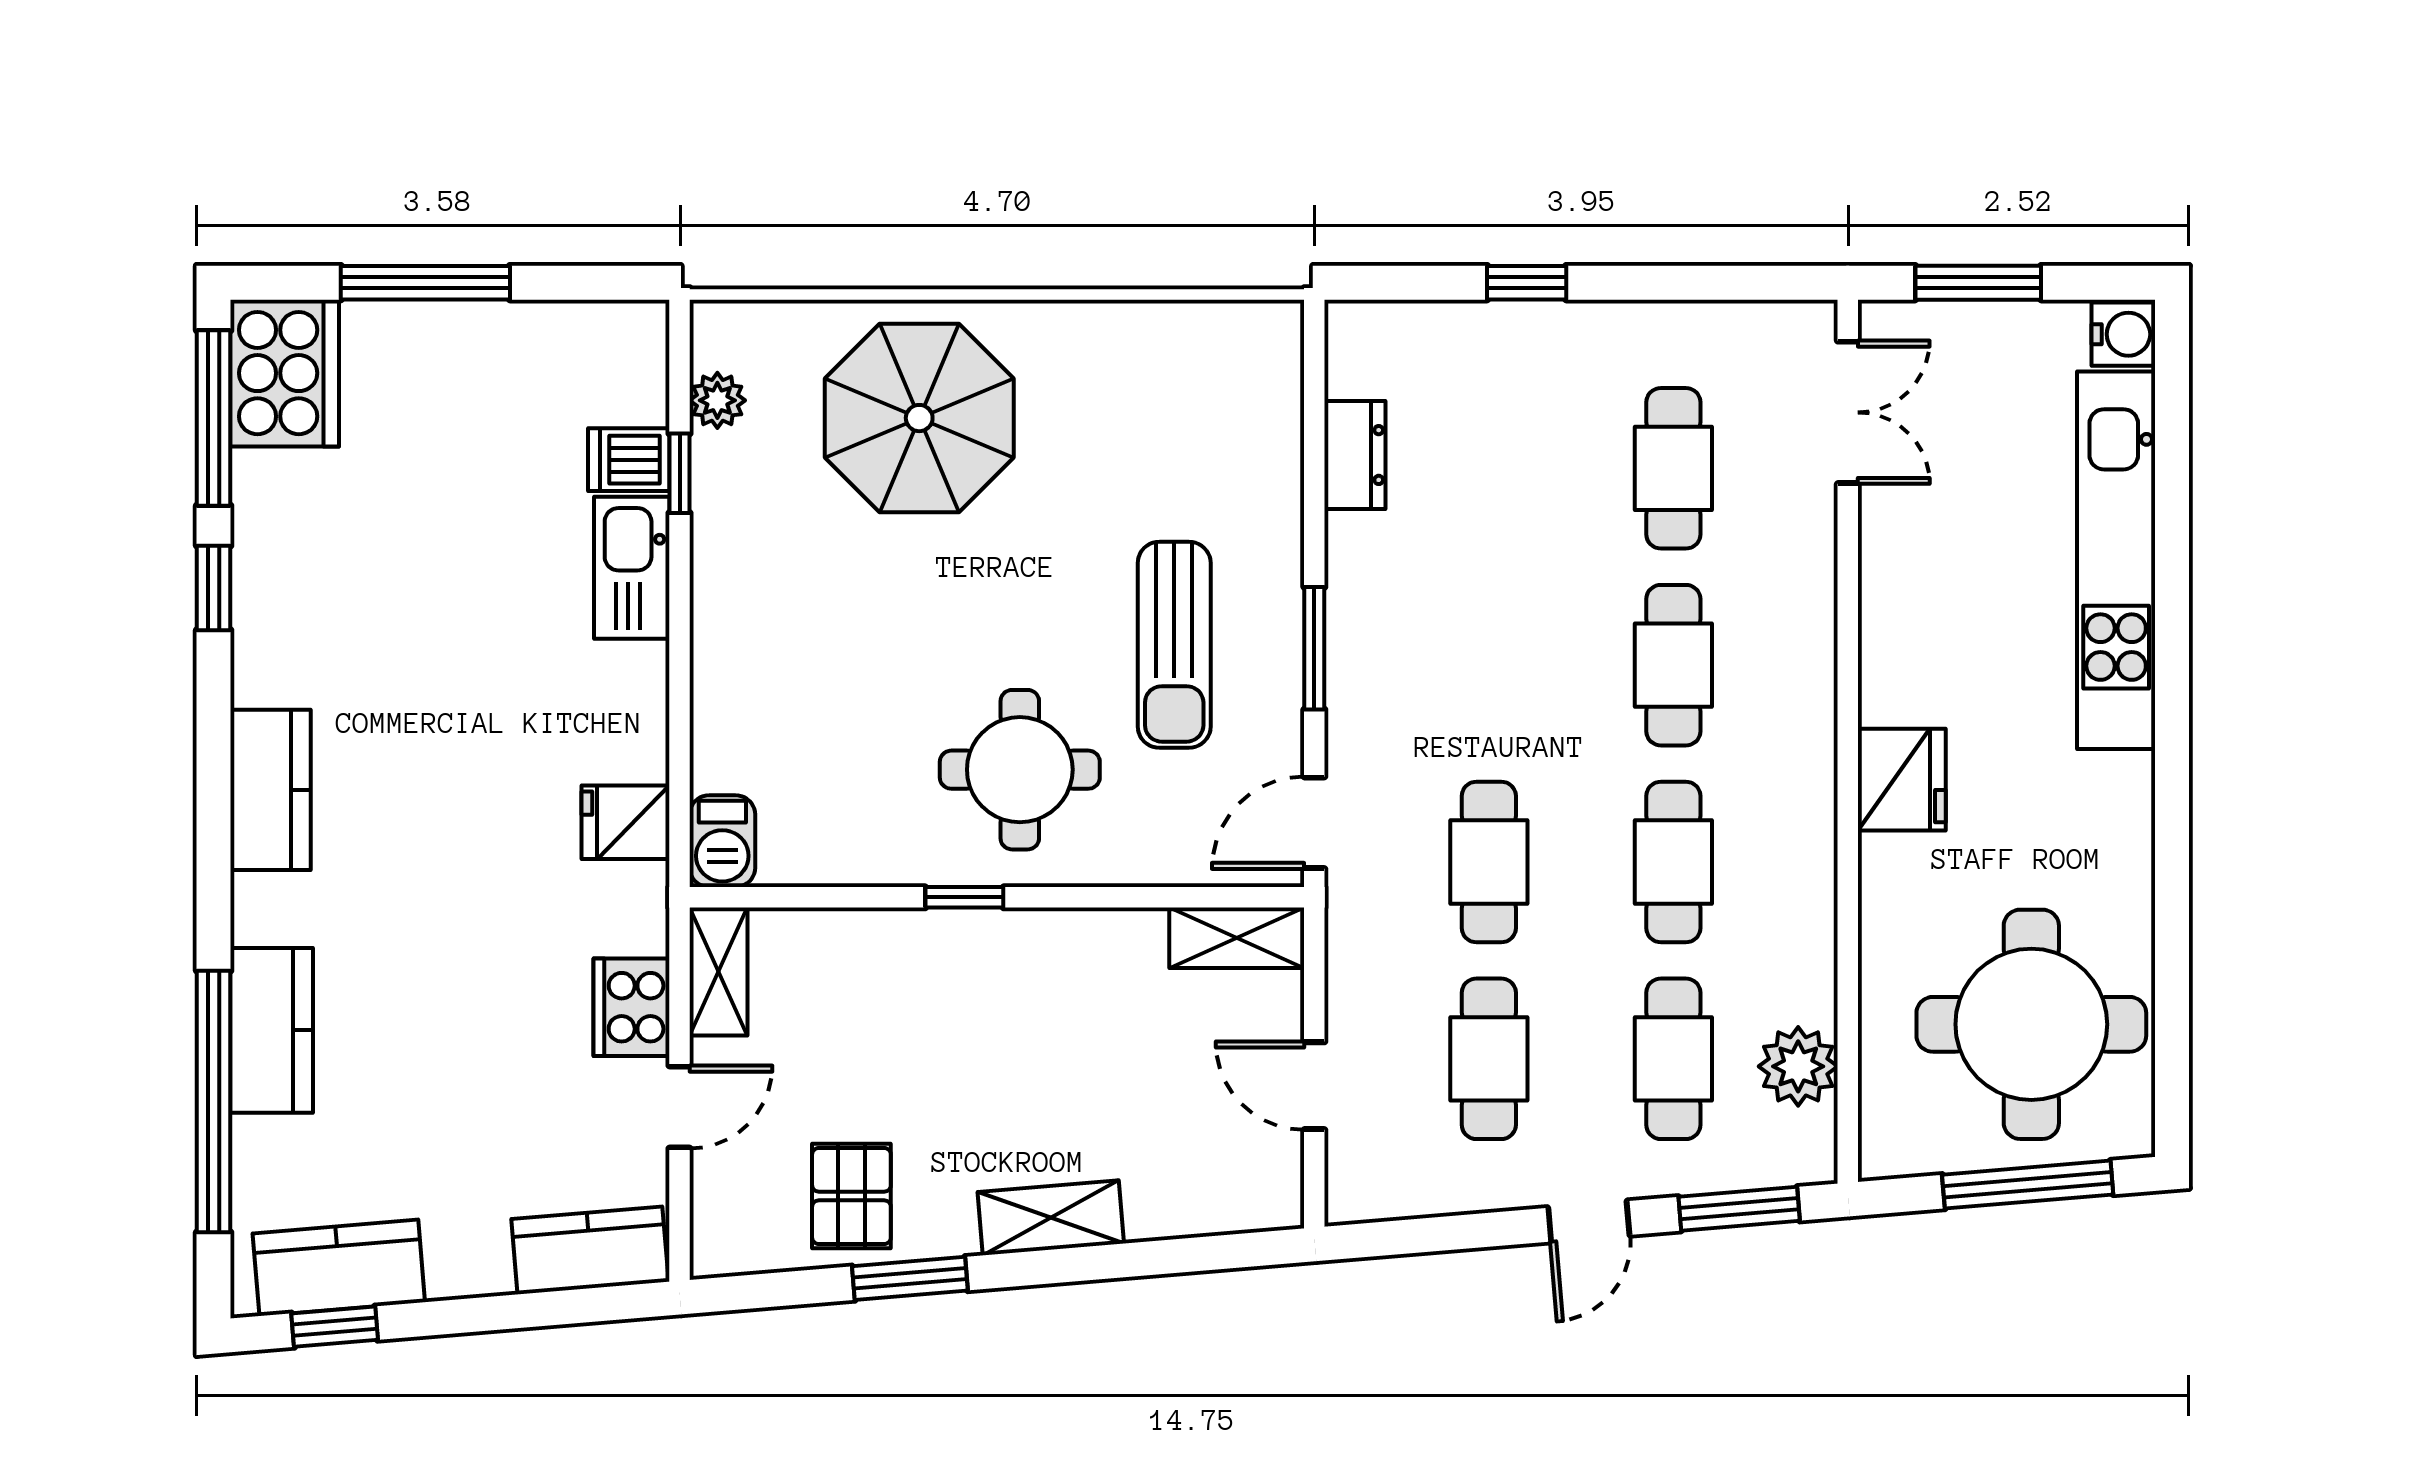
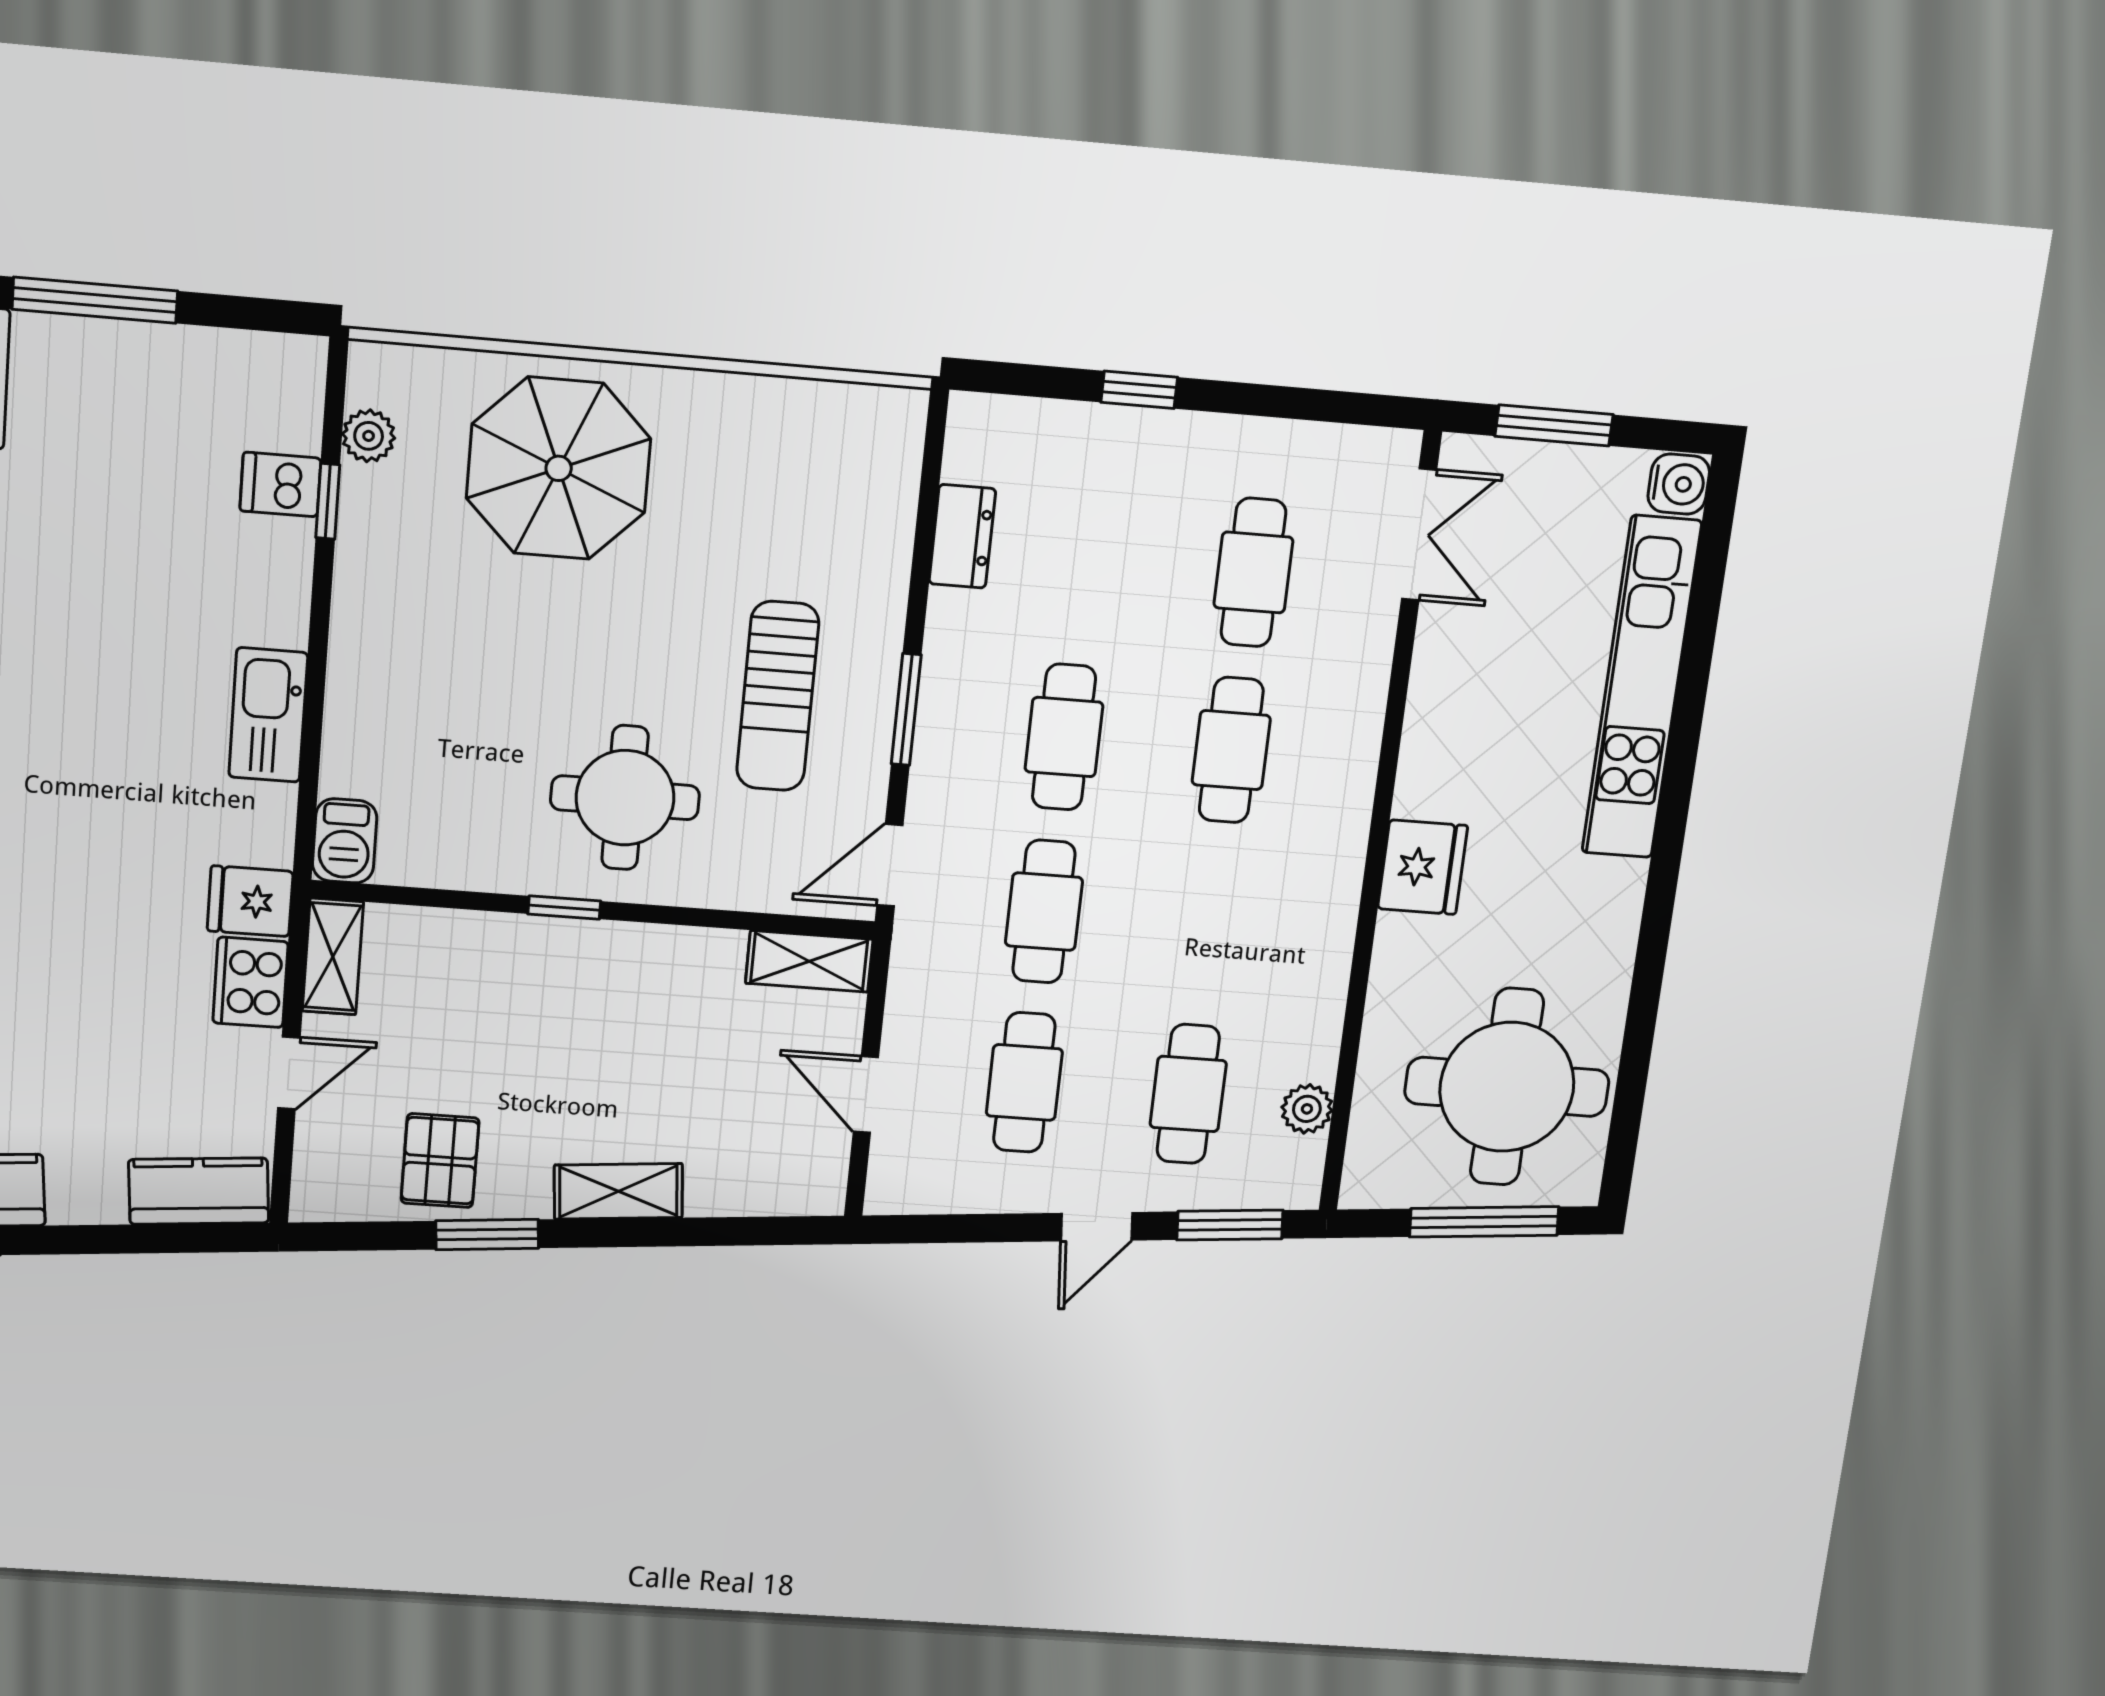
kitchen sink: (632, 568) -> (268, 715), moved
fridge: (625, 822) -> (250, 901), moved
cafe table: (1673, 862) -> (1064, 737), moved
plant: (1798, 1066) -> (1307, 1109), width x0.73, depth x0.73

